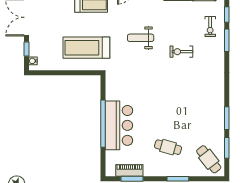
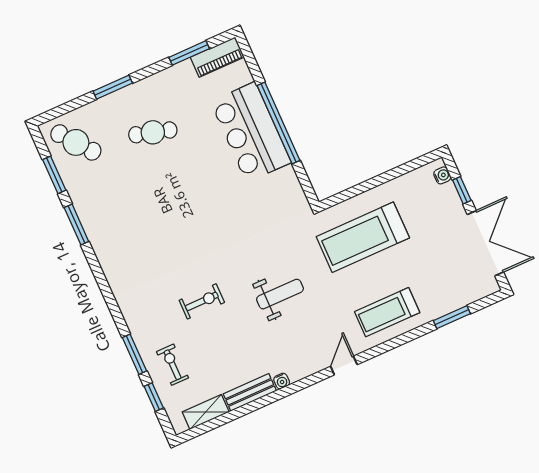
treadmill: (86, 48) -> (363, 237), turned 180
piano: (129, 170) -> (217, 57), moved

